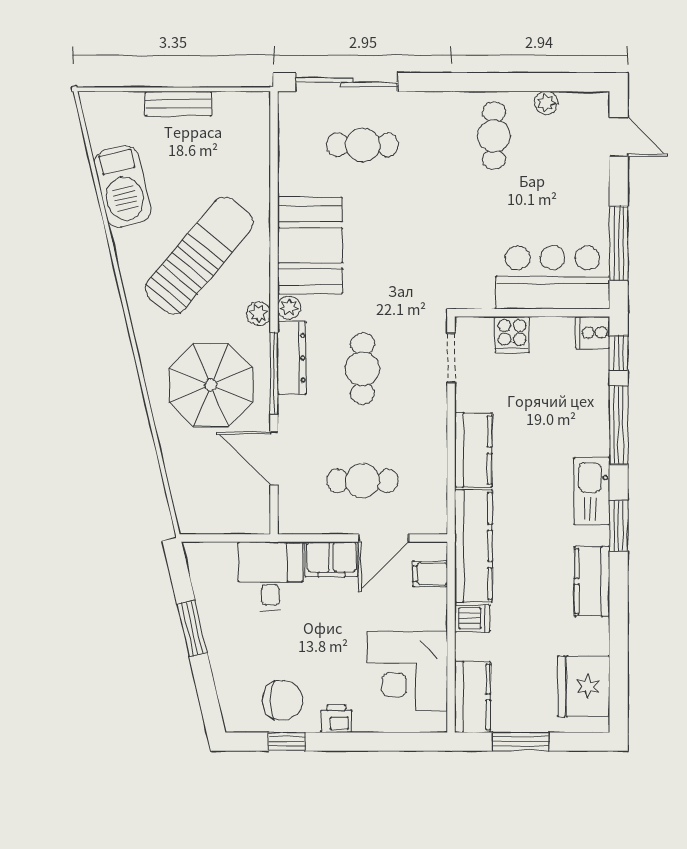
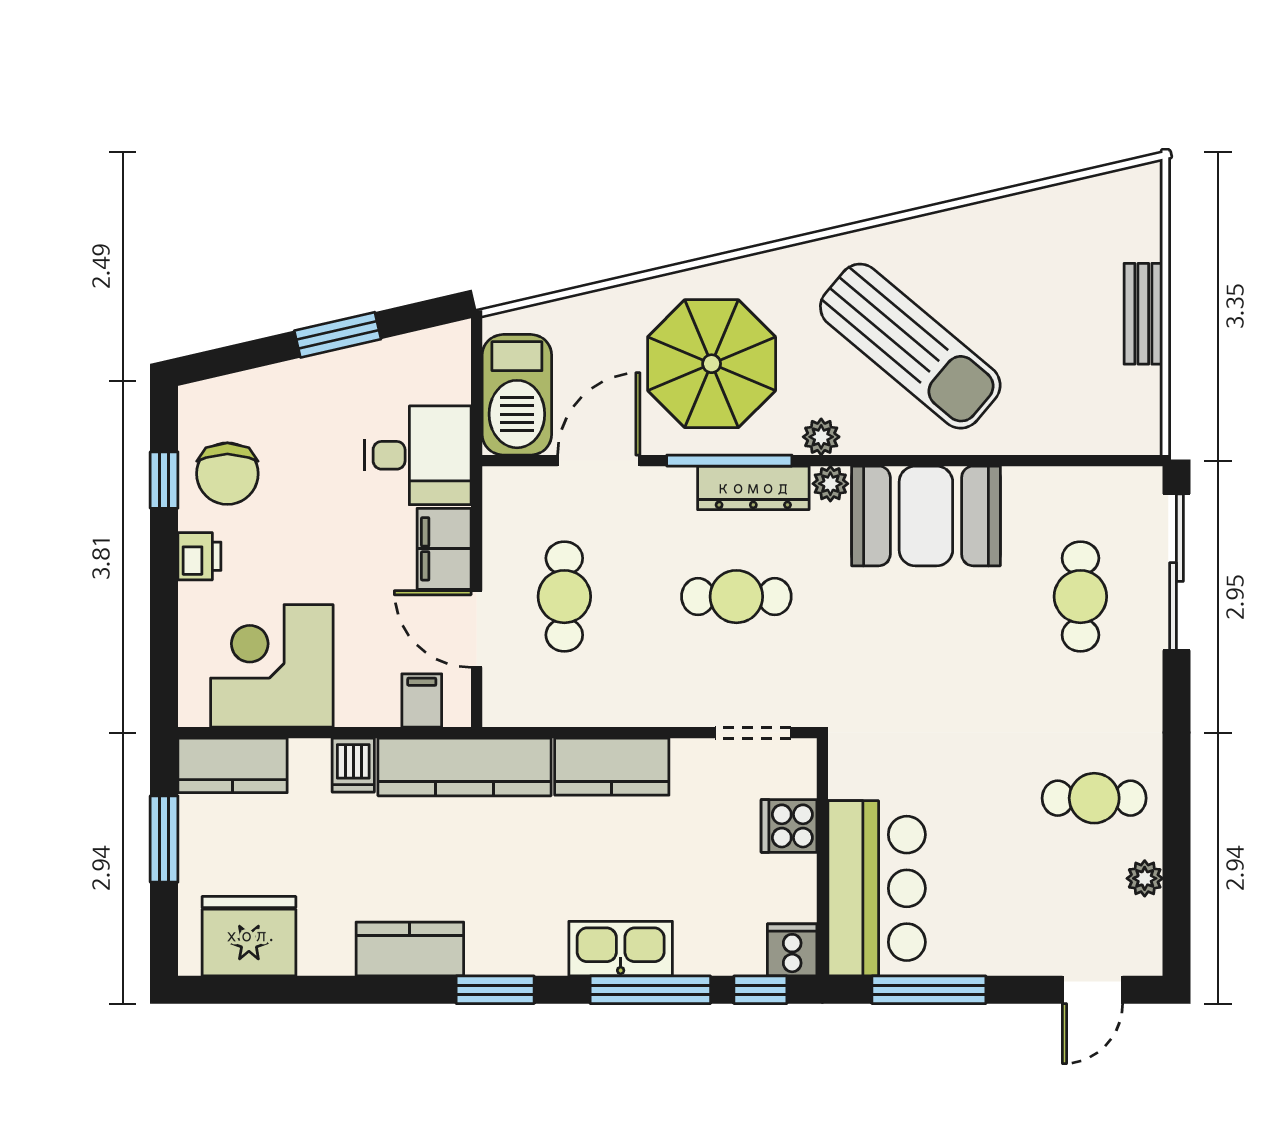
barbecue: (122, 186) -> (517, 395), moved, turned -77
kitchen sink: (592, 491) -> (621, 949), moved

